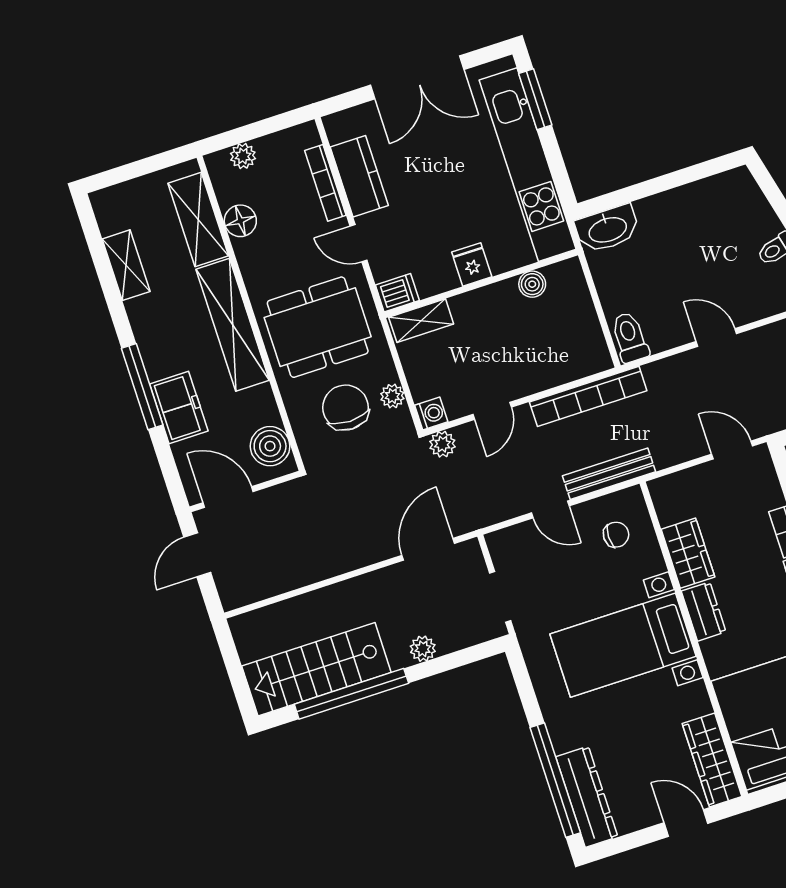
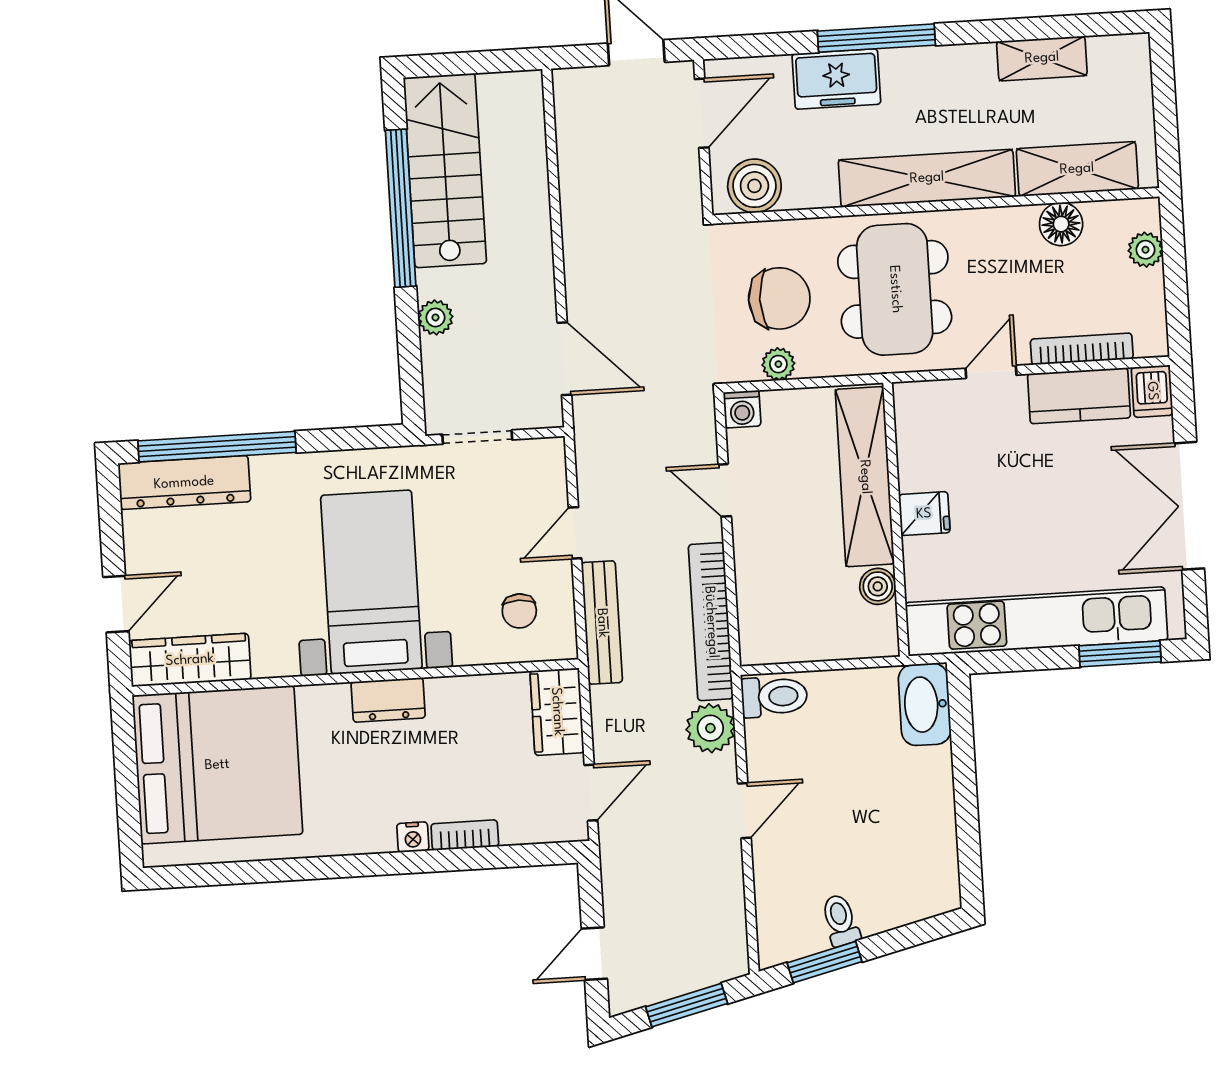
dishwasher: (397, 293) -> (1152, 391), moved
shelving: (421, 321) -> (865, 477), width x2.20, depth x1.33
plant: (442, 444) -> (710, 728), moved, width x1.38, depth x1.38
wardrobe: (688, 553) -> (557, 712), moved, turned 90

